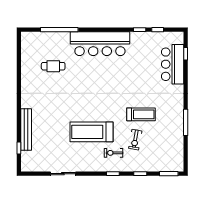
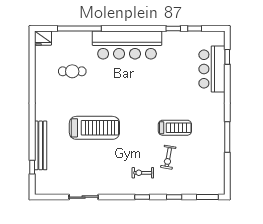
fridge: (28, 38) -> (43, 38), added
treadmill: (91, 132) -> (94, 128), moved, turned 180

